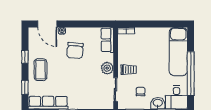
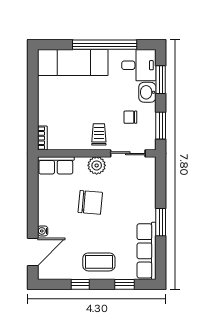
chair: (75, 51) -> (90, 202), moved

